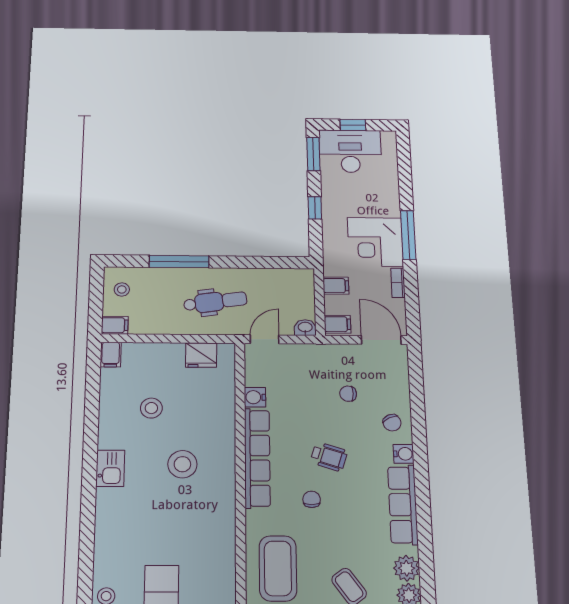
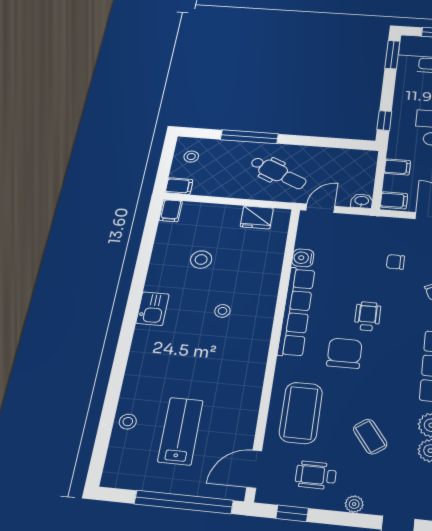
window: (315, 208) -> (384, 120), moved
dental chair: (215, 302) -> (278, 173), turned 33
wheelchair: (329, 457) -> (368, 316), turned -108
stool: (182, 464) -> (222, 311), width x0.53, depth x0.53
chair: (312, 499) -> (344, 353), width x1.87, depth x1.87

